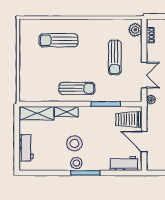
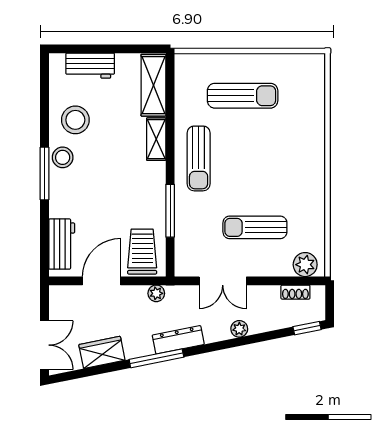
sun lounger: (59, 40) -> (243, 96), moved, turned 90
plant: (151, 100) -> (156, 293), moved
stool: (74, 143) -> (75, 120), moved

